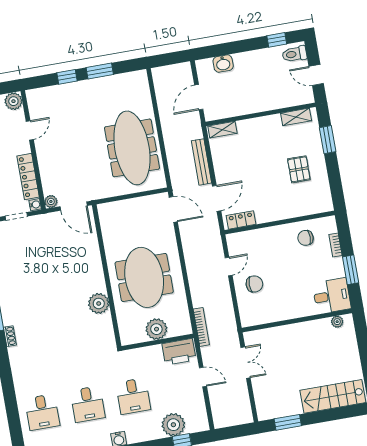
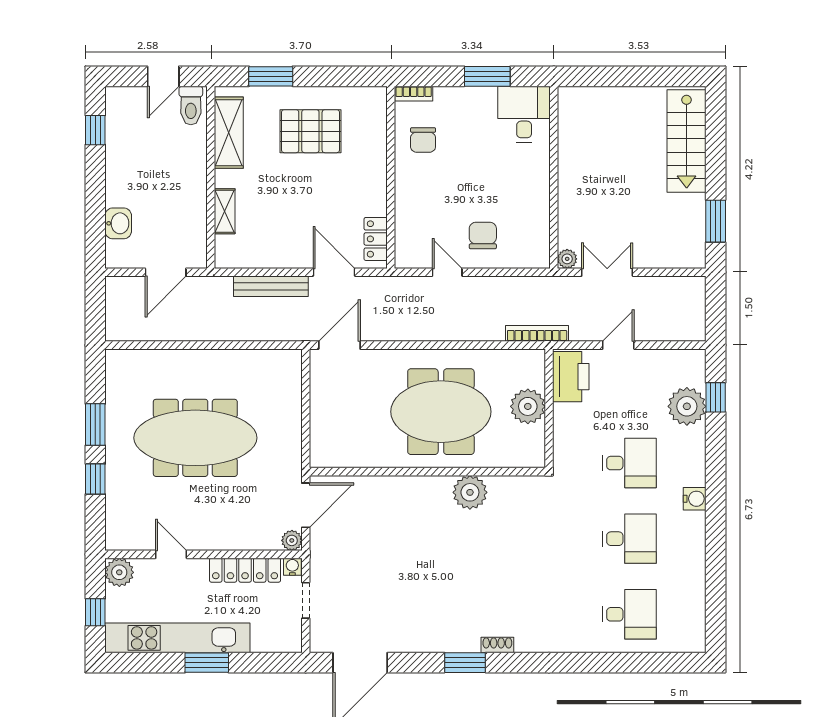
toilet: (294, 54) -> (191, 105), moved
door: (199, 97) -> (166, 272), hinge flipped
shelving: (296, 117) -> (229, 133), width x1.50, depth x1.33
shelving: (222, 130) -> (225, 211), moved
meeting table: (132, 148) -> (195, 438), moved
pallet: (299, 169) -> (310, 131), width x1.50, depth x1.42
bookcase: (335, 245) -> (414, 94), moved
plant: (337, 322) -> (567, 259), moved

